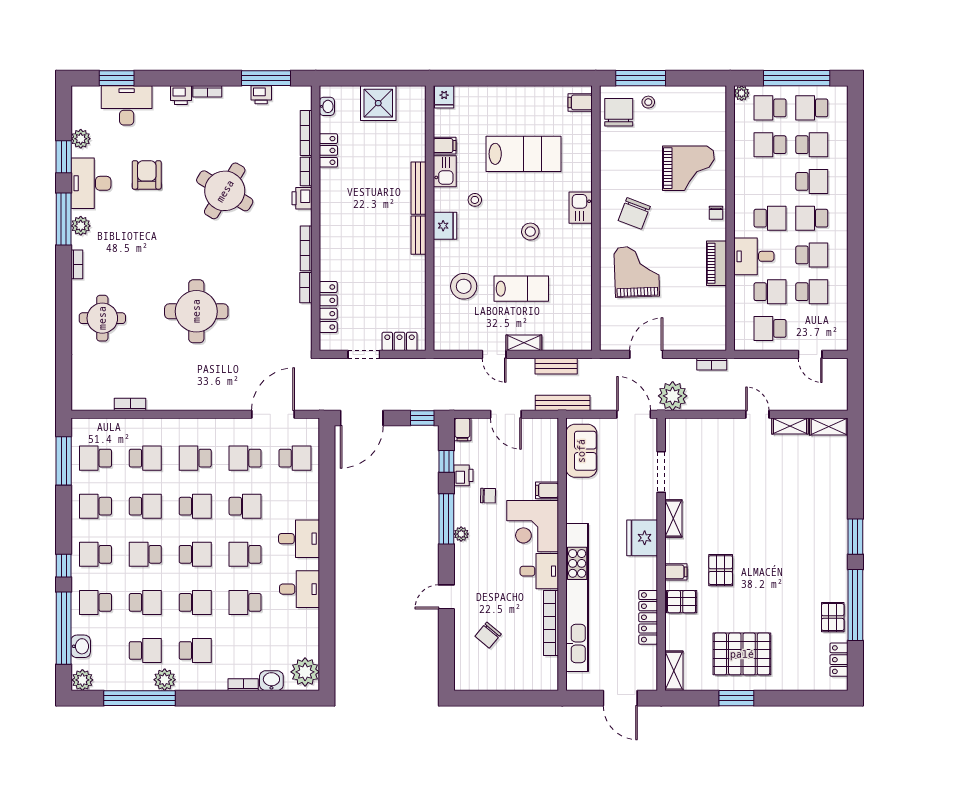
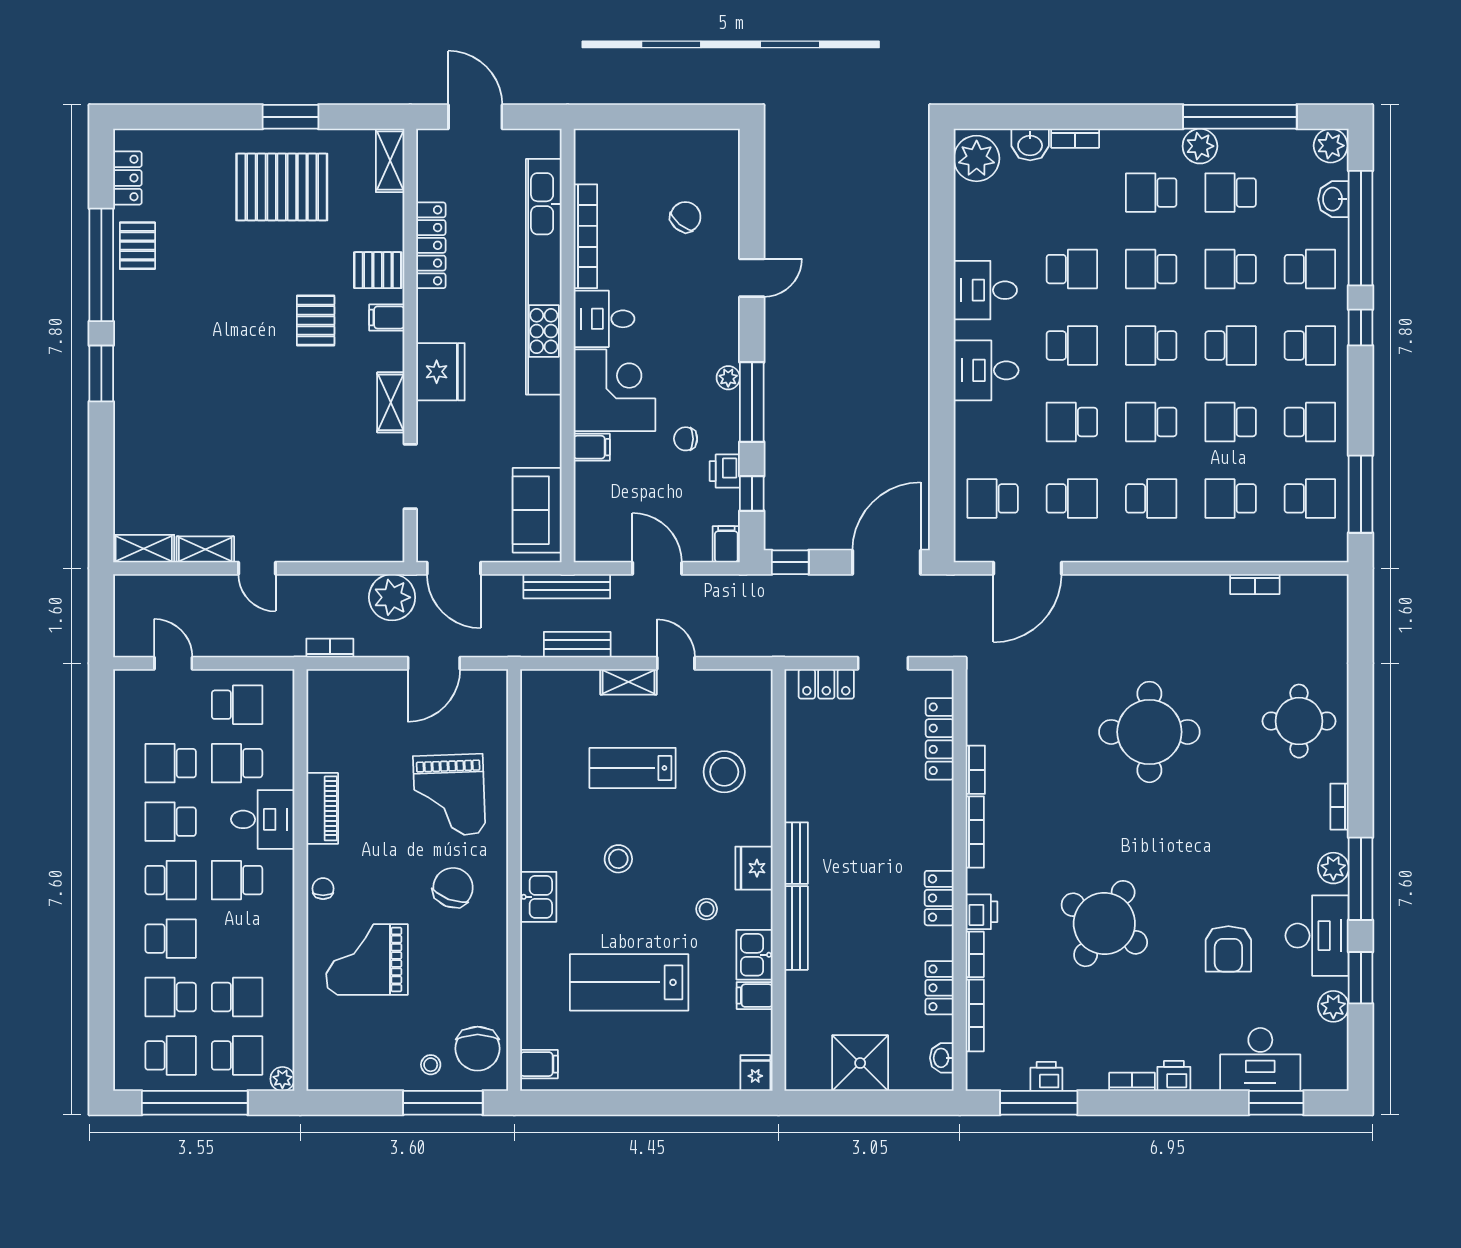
school desk: (812, 181) -> (171, 939), turned 180
locker: (329, 207) -> (939, 898), added

